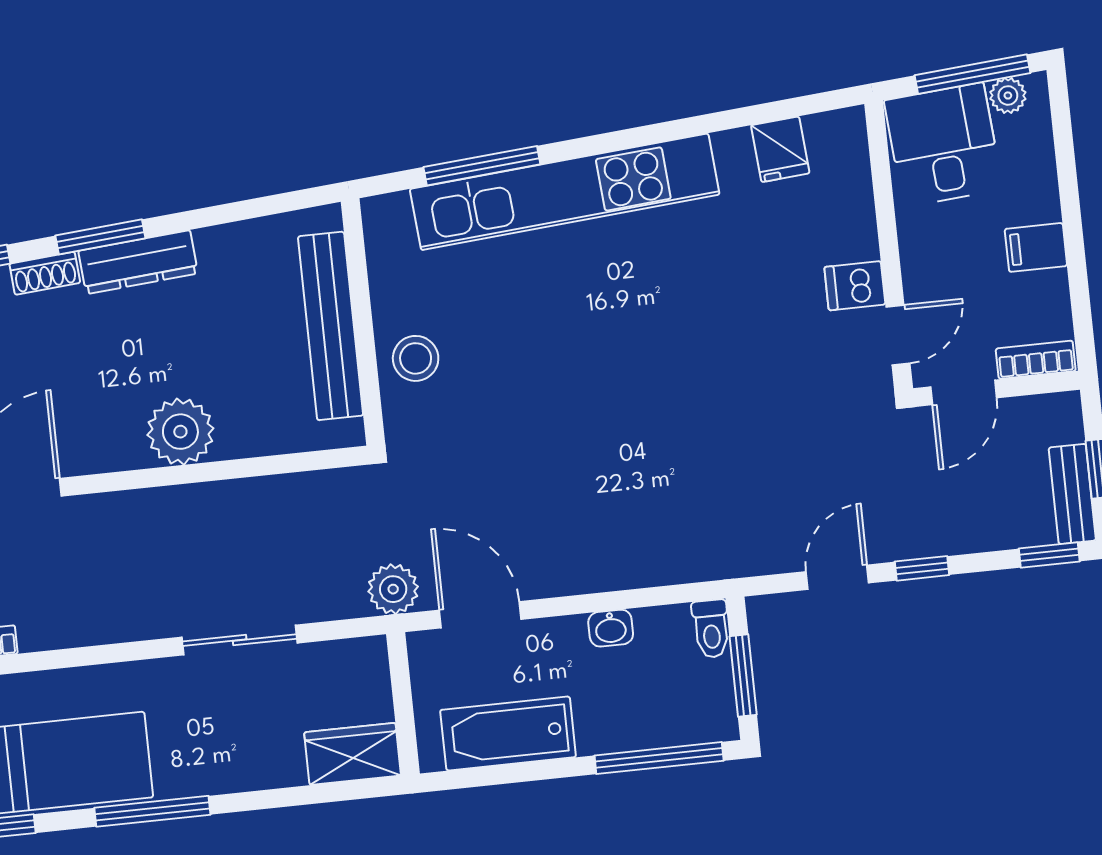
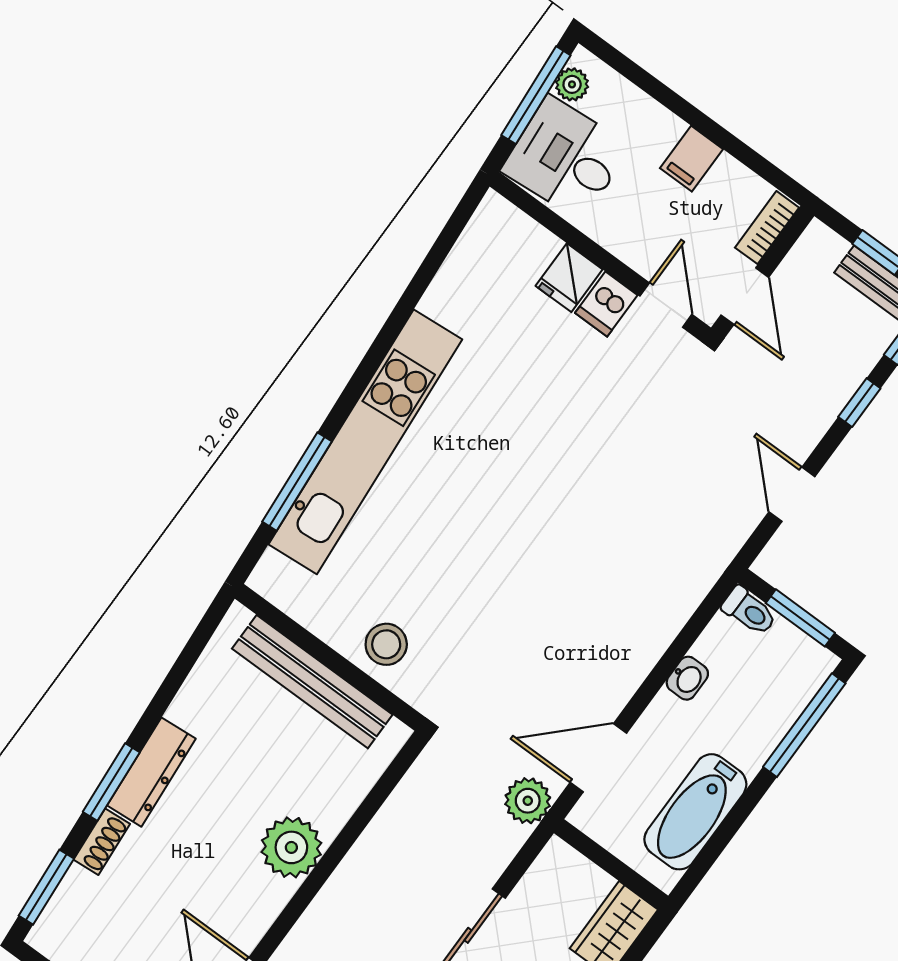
fridge: (780, 149) -> (569, 278), moved, turned 95
window: (922, 568) -> (859, 403), moved

